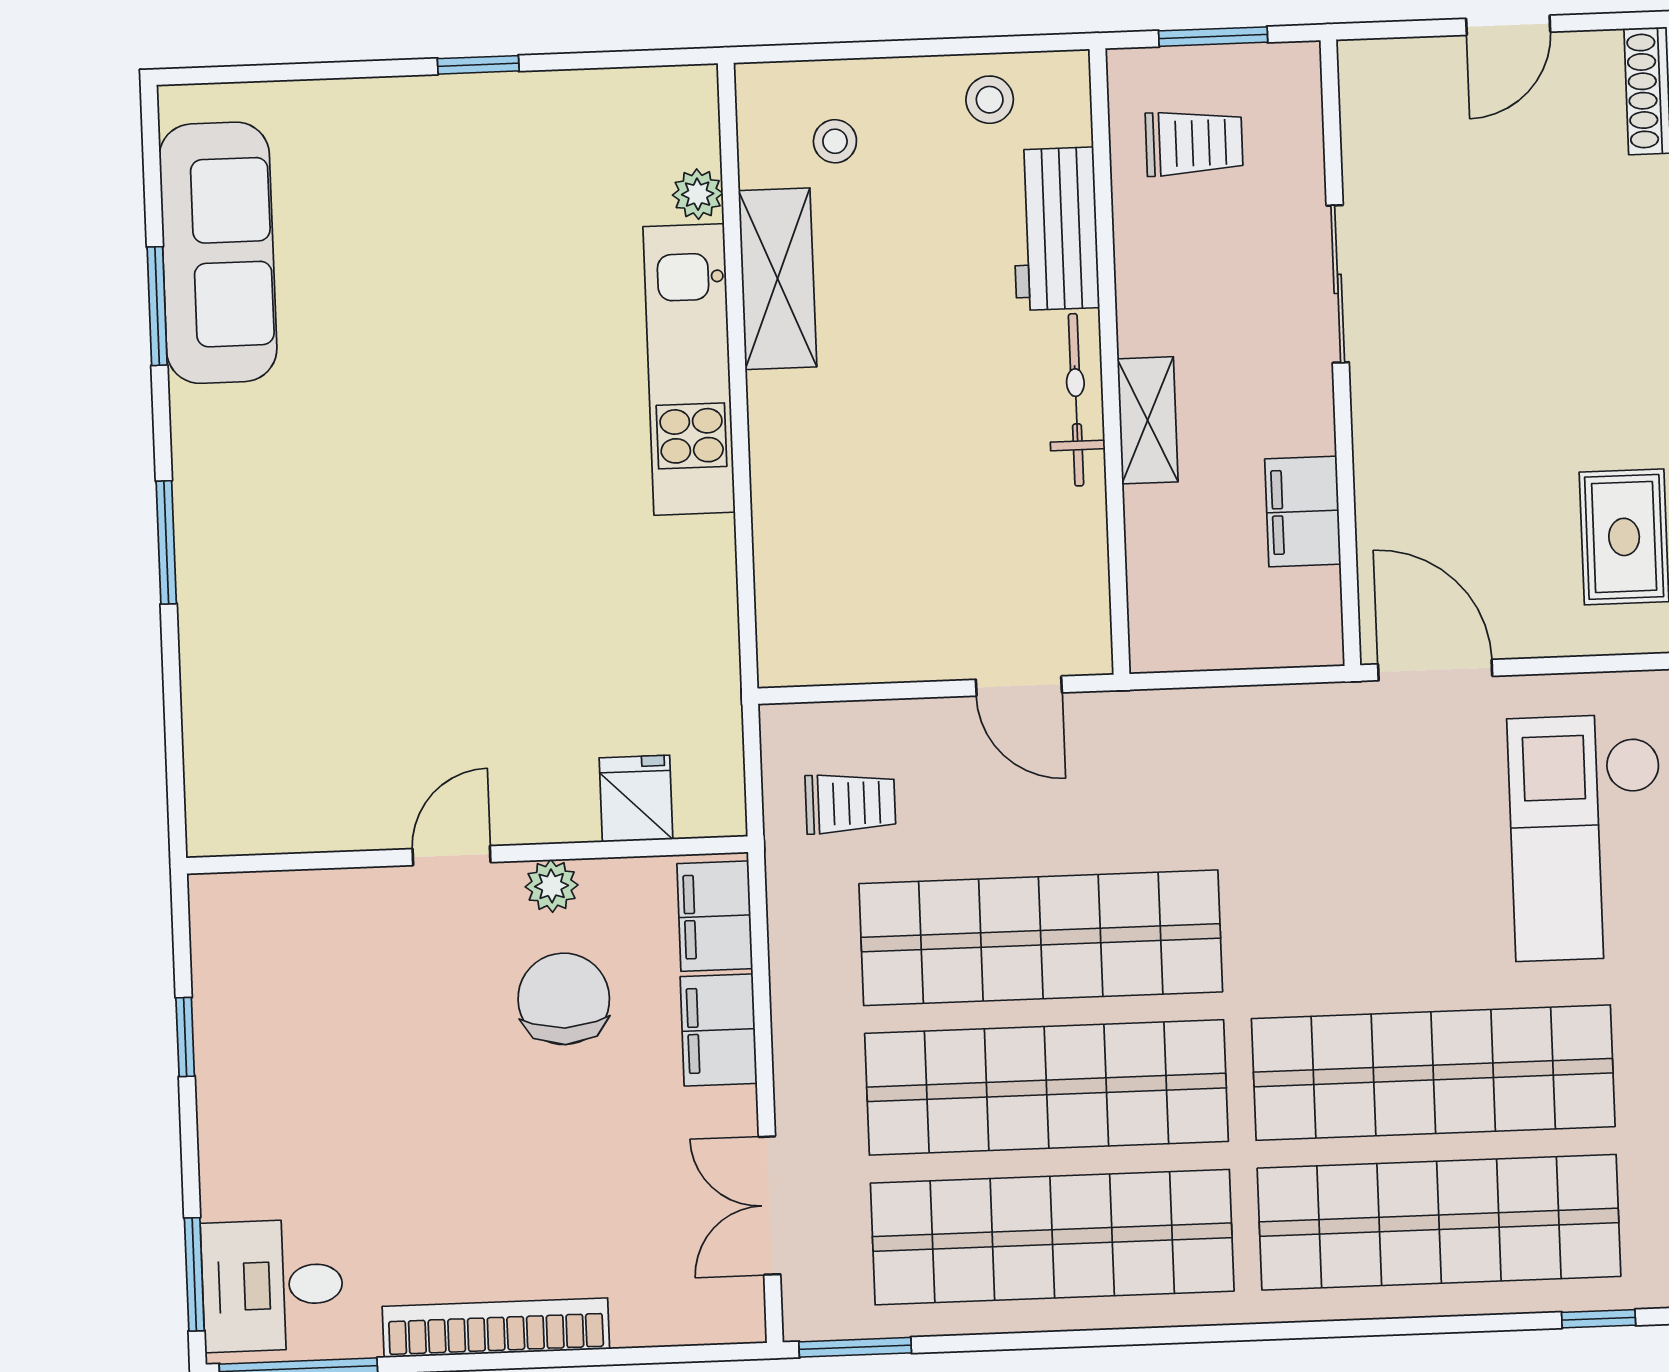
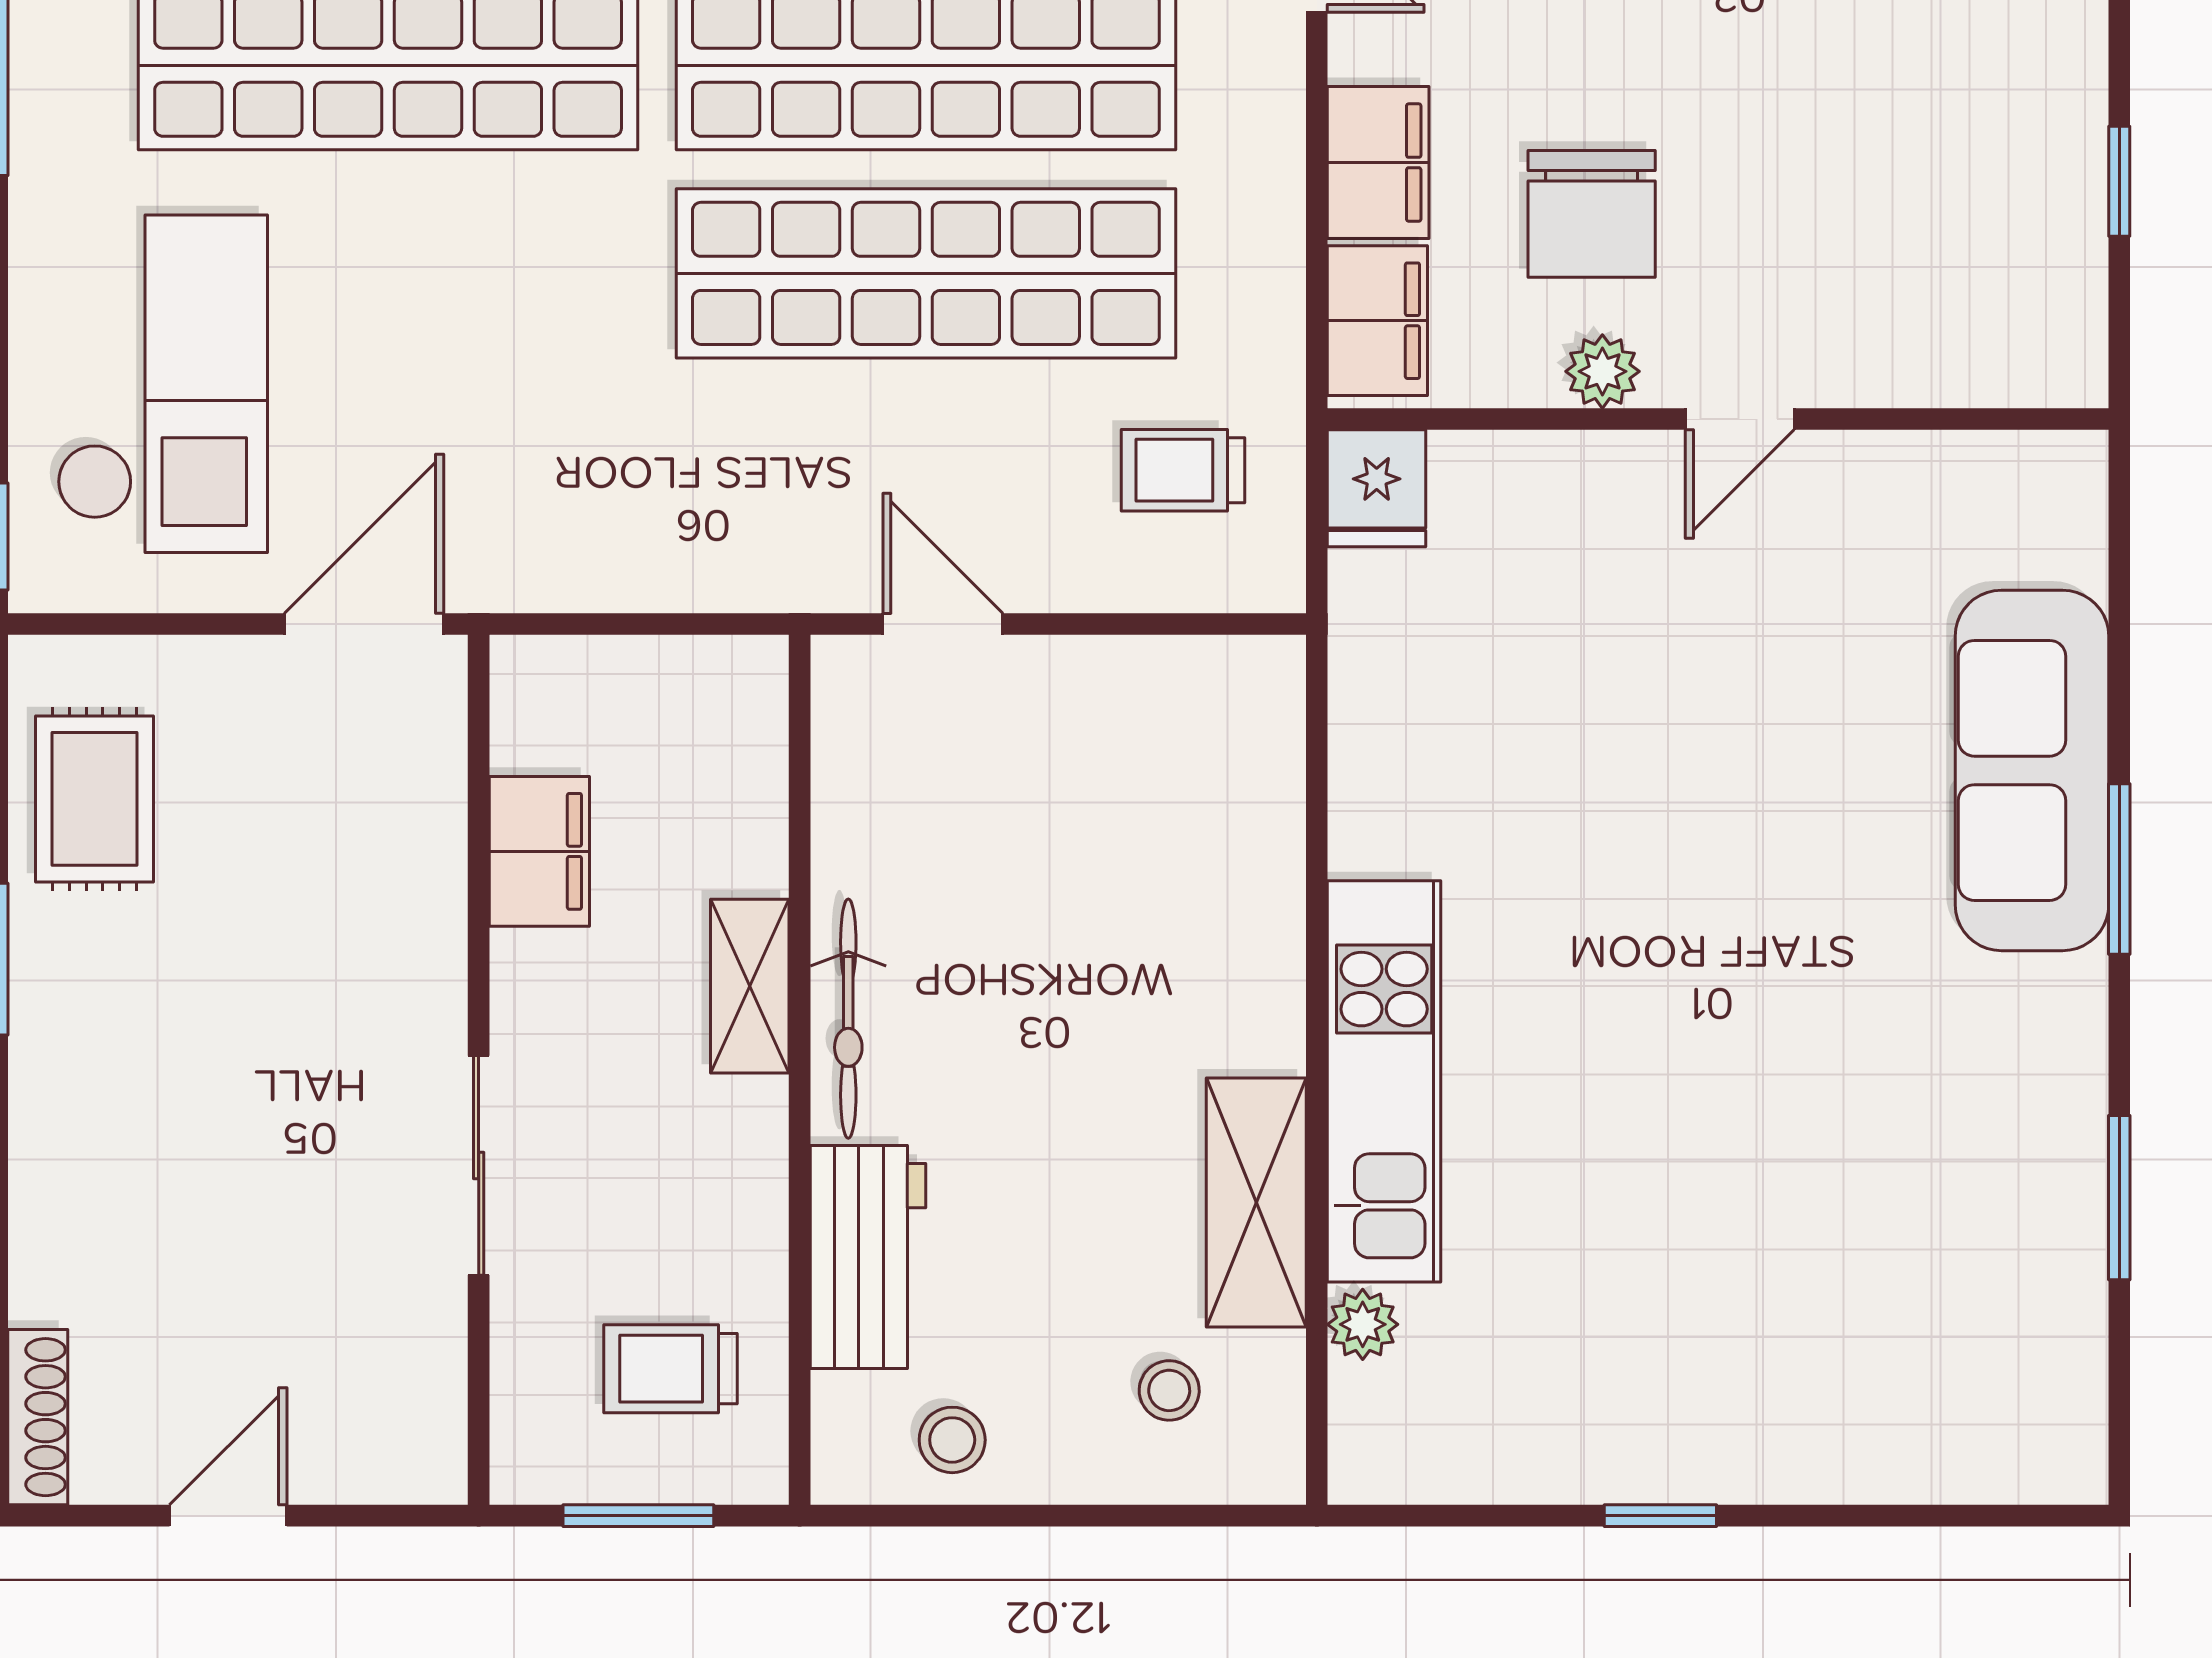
sofa: (218, 253) -> (2032, 770), moved
door: (1435, 670) -> (364, 624), swing flipped
fridge: (636, 799) -> (1377, 488), moved

